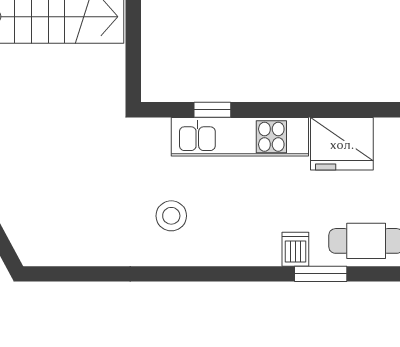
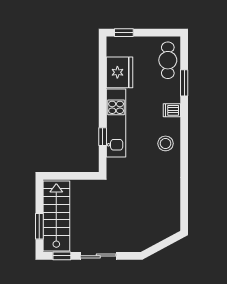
stool: (171, 216) -> (166, 143), moved
dishwasher: (295, 249) -> (172, 110), moved

